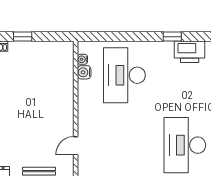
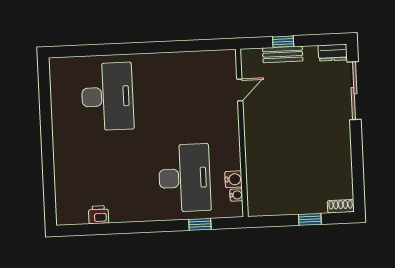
window: (172, 37) -> (200, 224), moved
printer: (190, 52) -> (99, 215), width x0.53, depth x0.68

